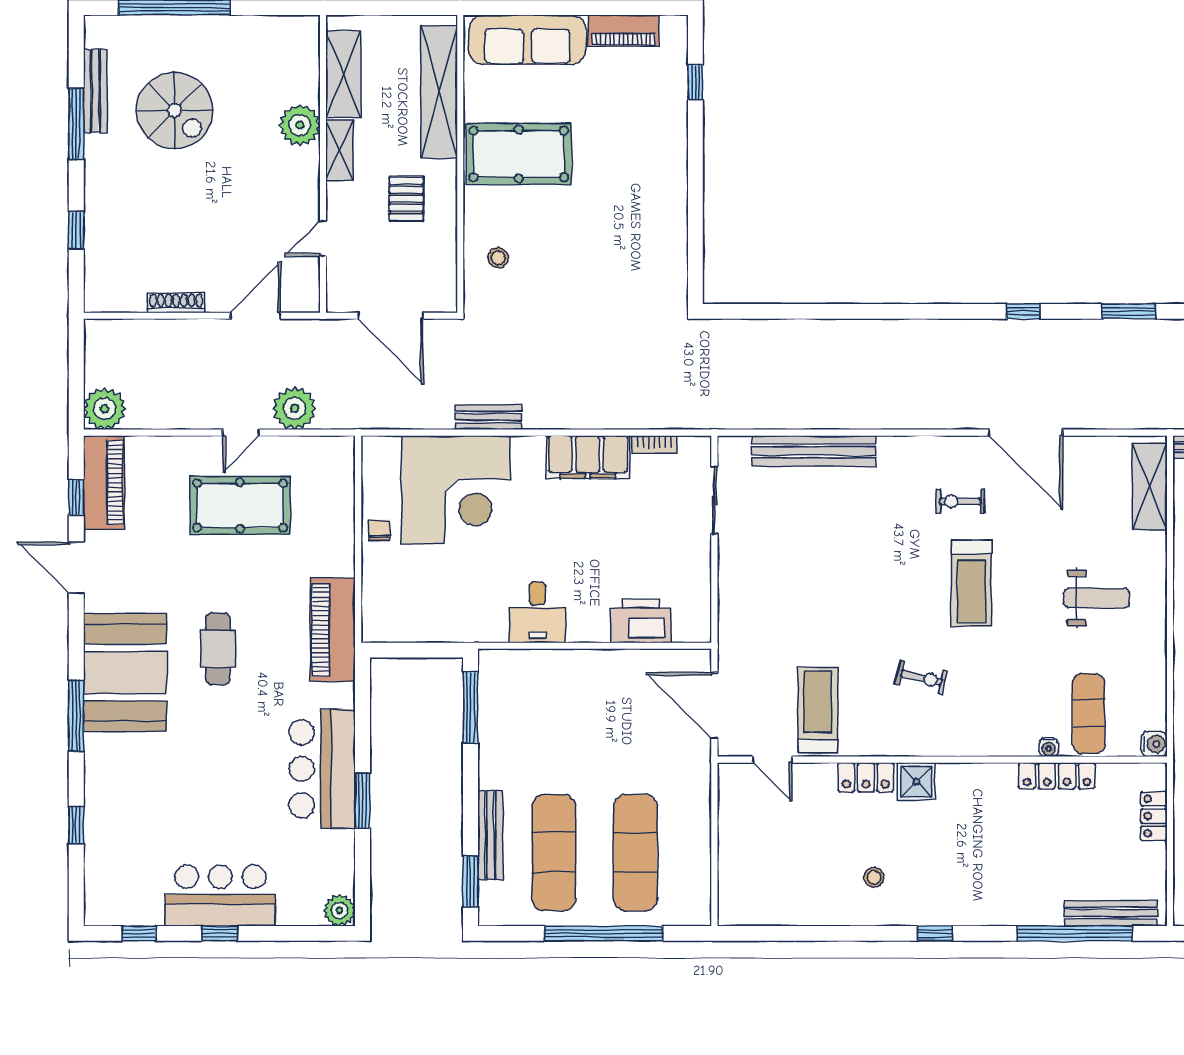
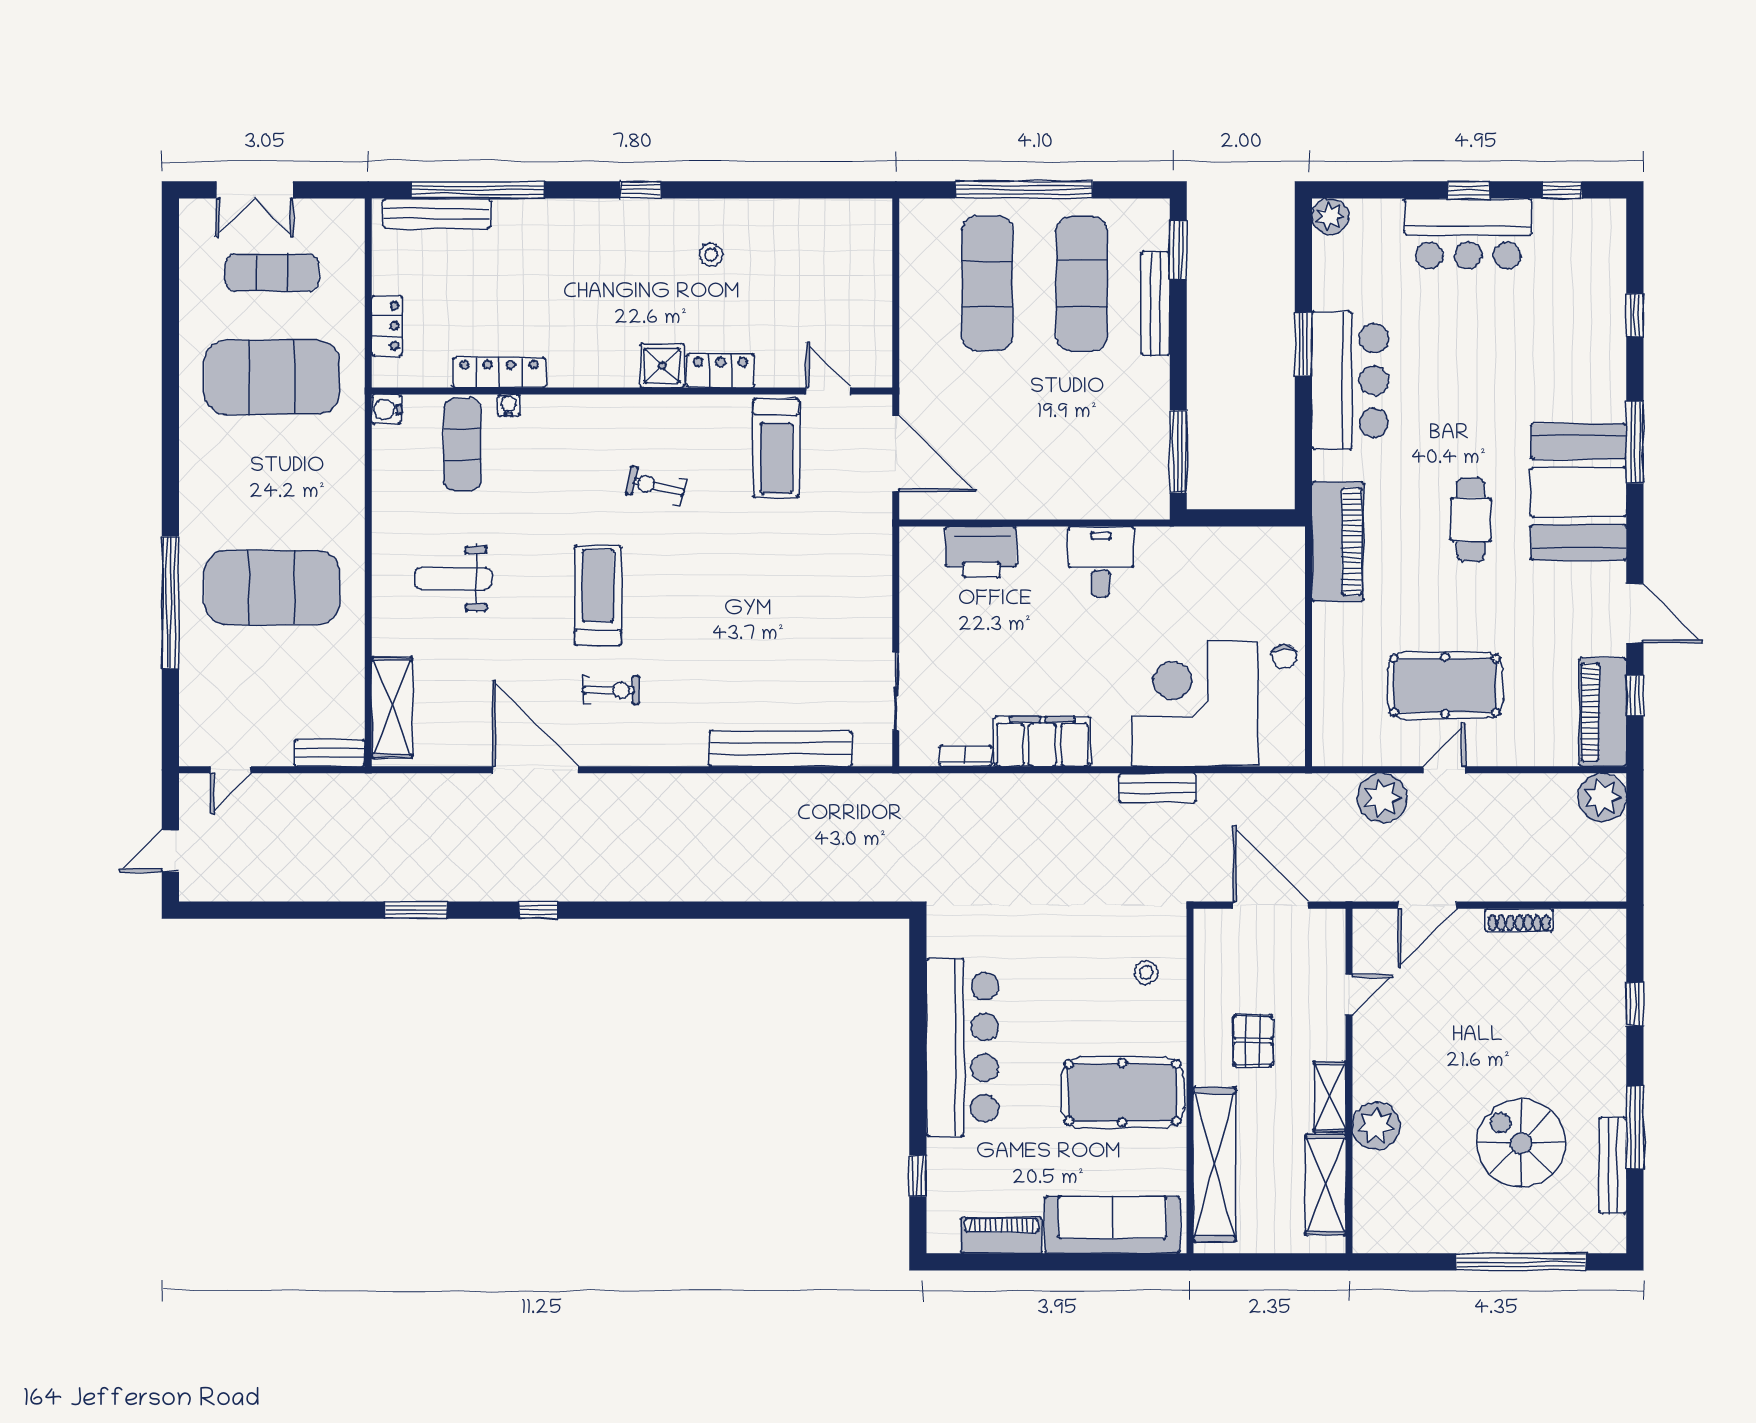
bar counter: (657, 193) -> (962, 1047), added

